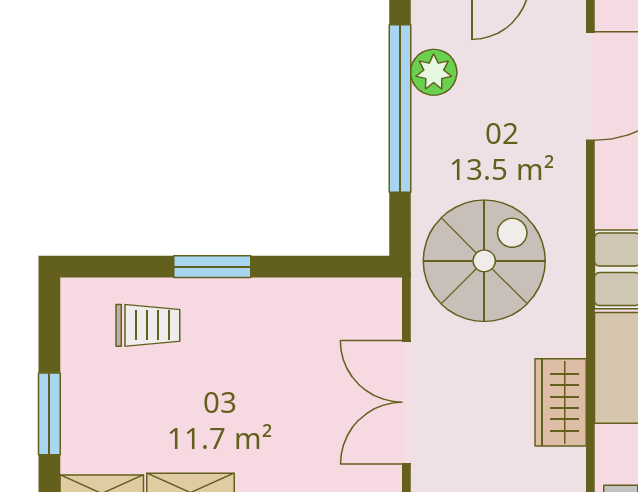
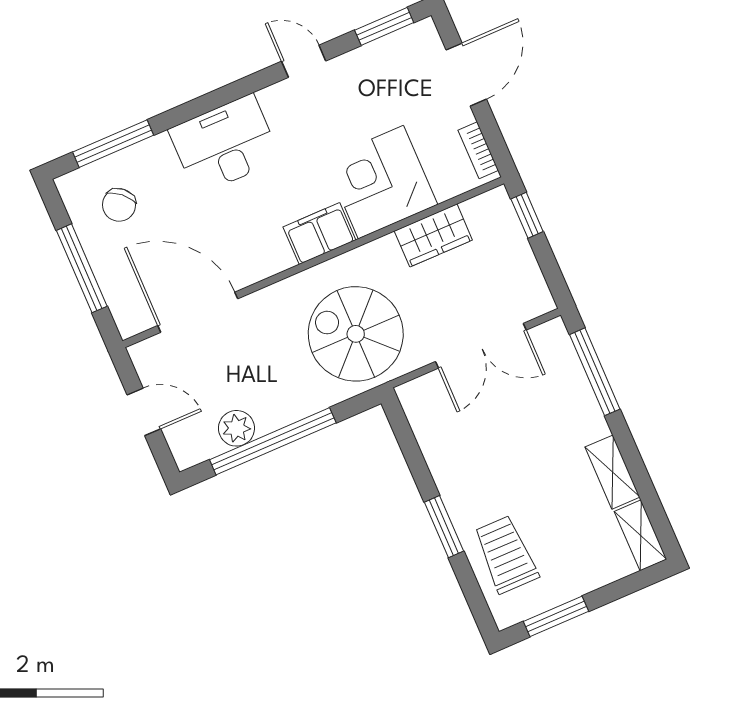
trolley: (148, 325) -> (506, 554), width x1.36, depth x1.39
window: (49, 414) -> (556, 616), moved

